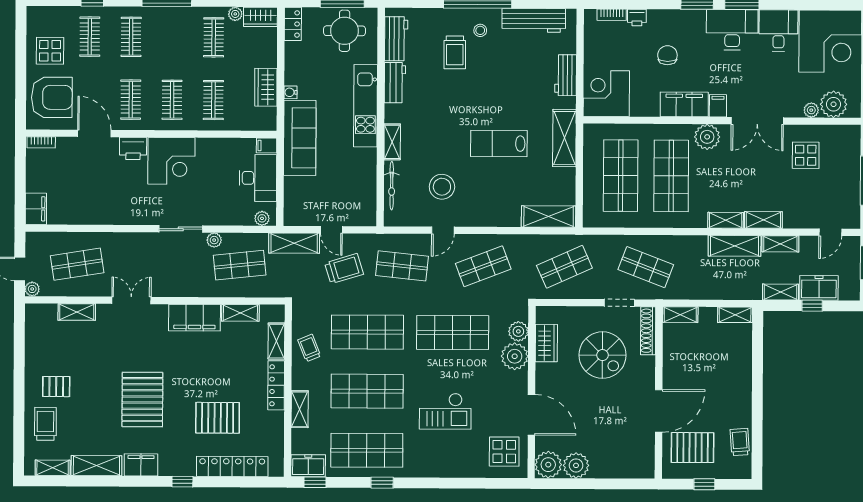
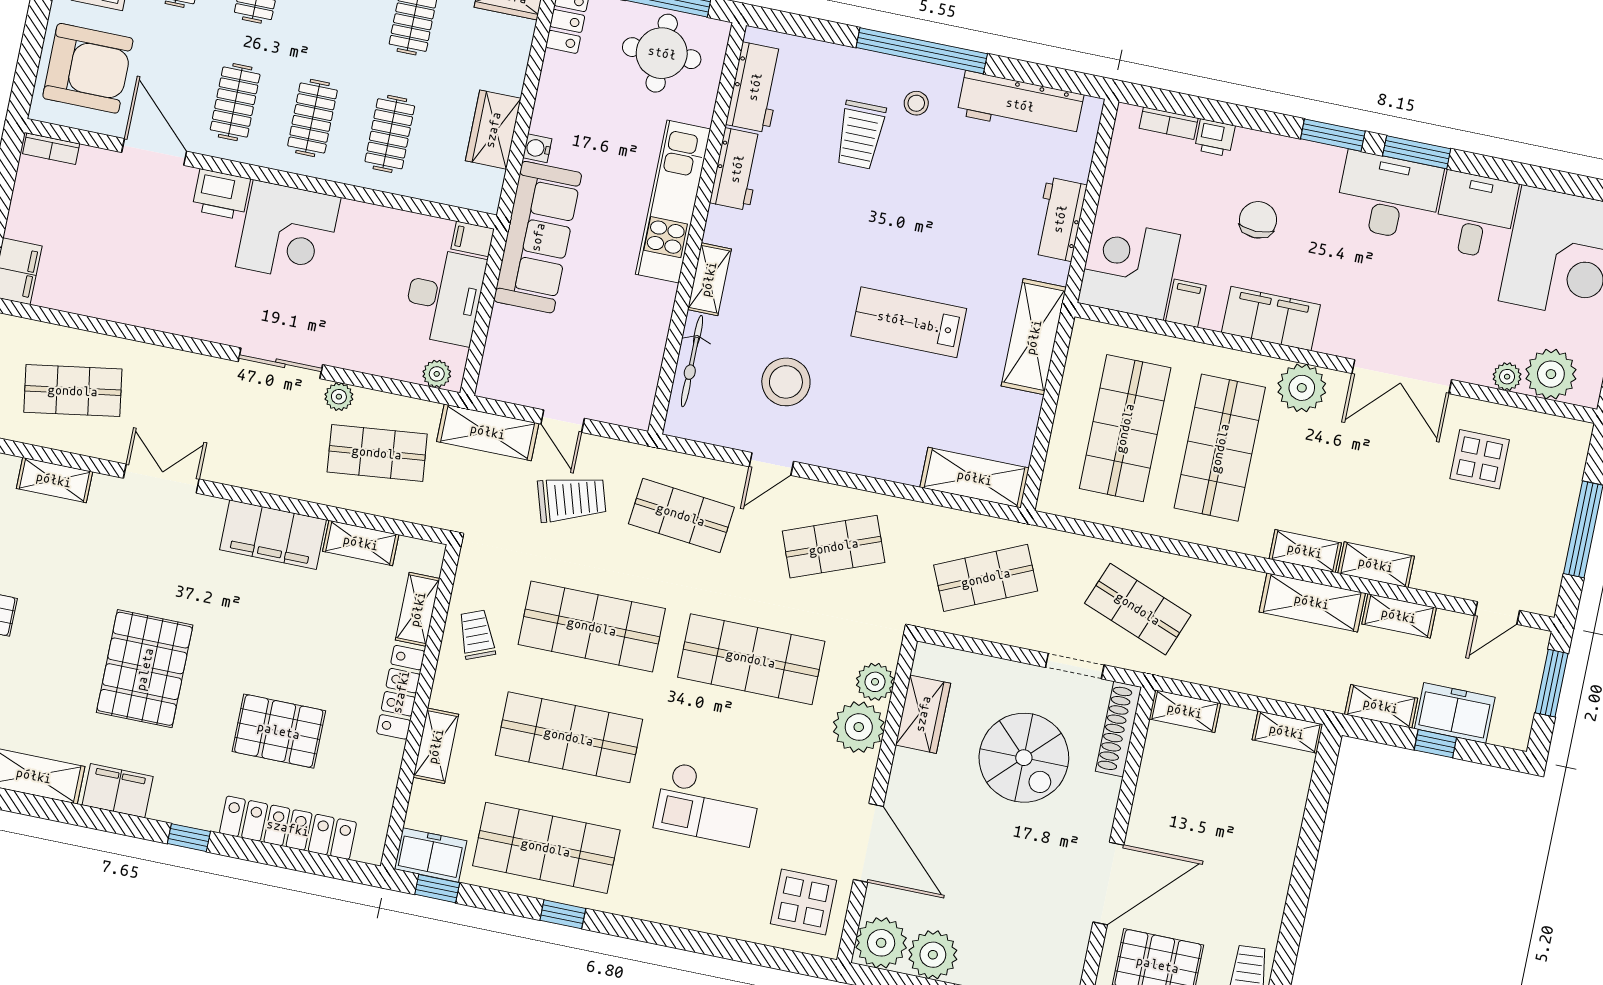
filing cabinet: (718, 106) -> (1186, 303), moved

